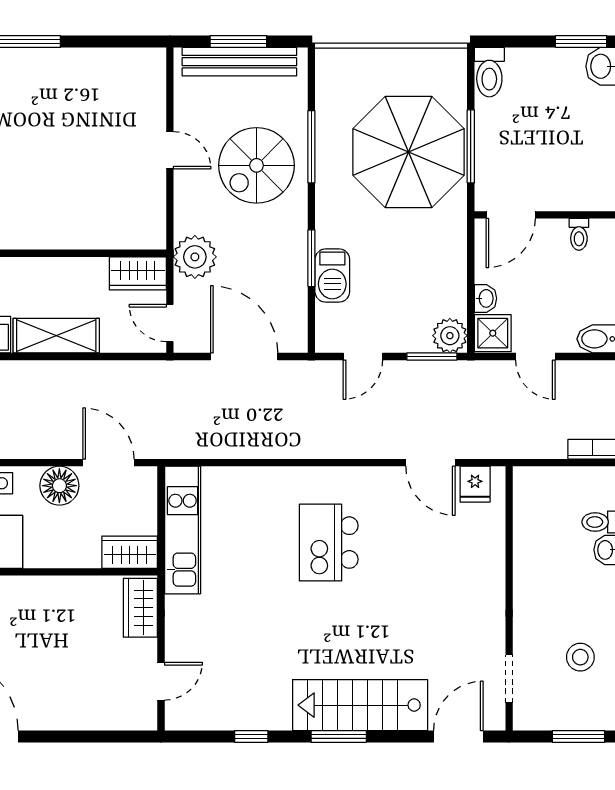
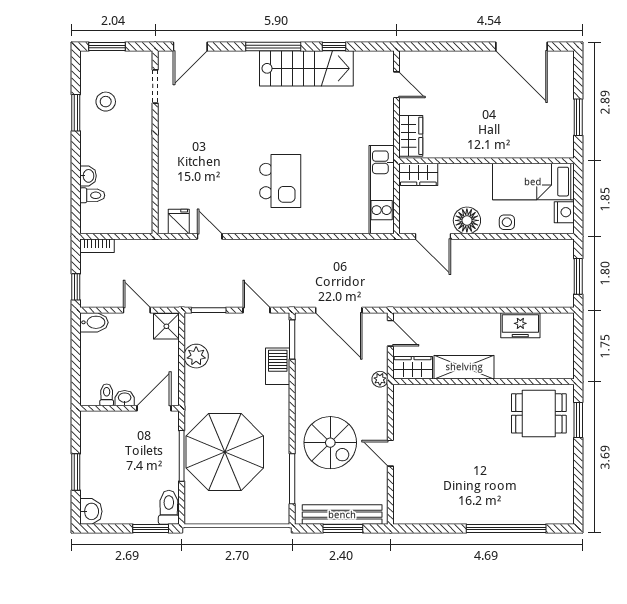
window: (581, 42) -> (151, 529), moved
window: (311, 147) -> (292, 479), moved
spiral stairs: (257, 165) -> (330, 443), turned 90
plant: (195, 257) -> (380, 379), width x0.53, depth x0.53
window: (311, 258) -> (292, 340), moved
washbasin: (485, 298) -> (125, 398), moved, turned 90
shelving: (56, 336) -> (464, 367), moved
plant: (450, 336) -> (196, 356), moved
door: (363, 357) -> (256, 310), hinge flipped
door: (430, 463) -> (210, 236), width x0.73
door: (161, 681) -> (397, 85), swing flipped
stairs: (360, 705) -> (306, 68), moved
window: (339, 736) -> (273, 47), width x1.44

